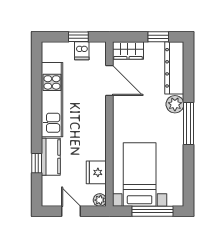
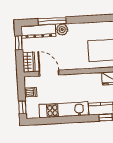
window: (78, 37) -> (22, 107), moved
door: (109, 80) -> (49, 73), hinge flipped
window: (189, 123) -> (52, 21), moved

